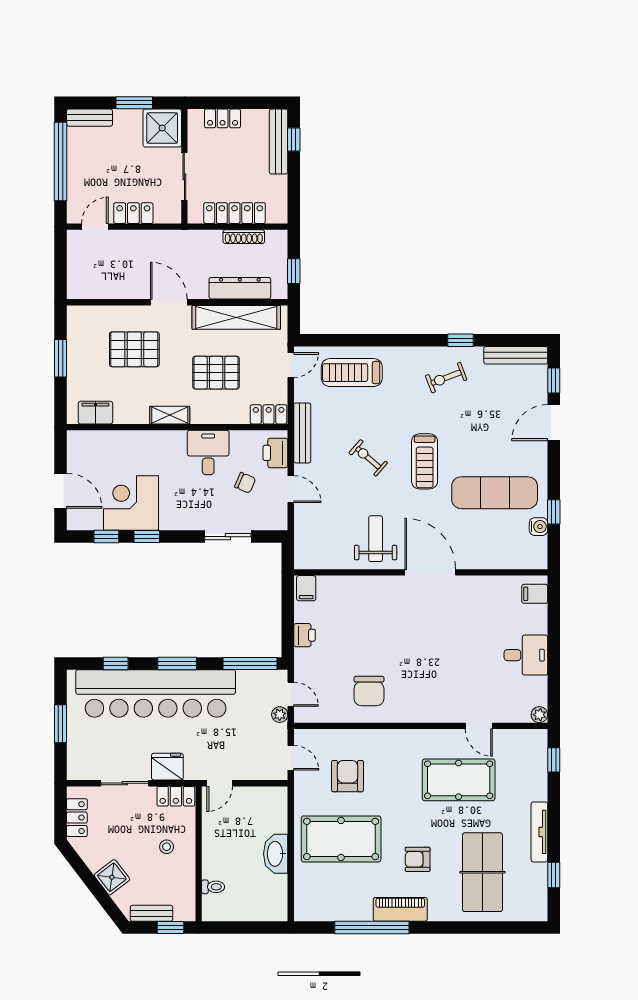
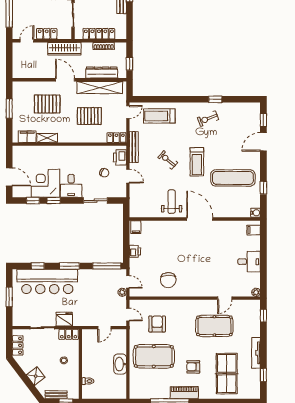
wardrobe: (167, 242) -> (64, 49), added
bench: (516, 355) -> (244, 107), removed
shelving: (170, 415) -> (47, 138), moved
desk: (208, 453) -> (71, 186), moved, turned 180
water cooler: (539, 527) -> (256, 213), moved
bar counter: (156, 693) -> (47, 281), width x0.73
door: (479, 726) -> (225, 298), hinge flipped
door: (220, 783) -> (104, 328), moved

